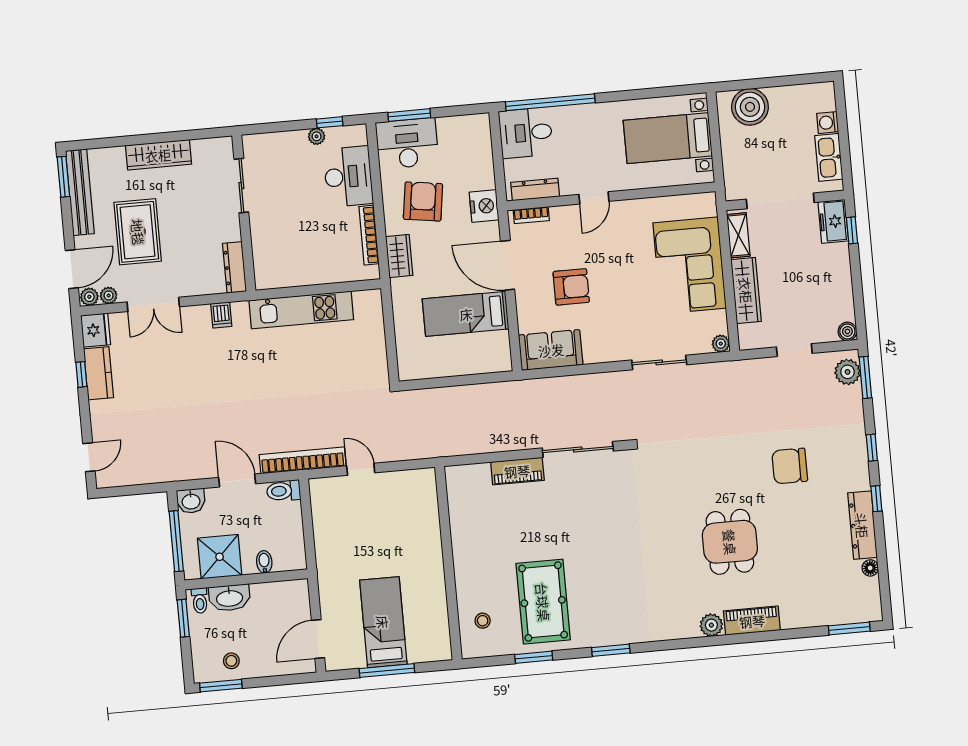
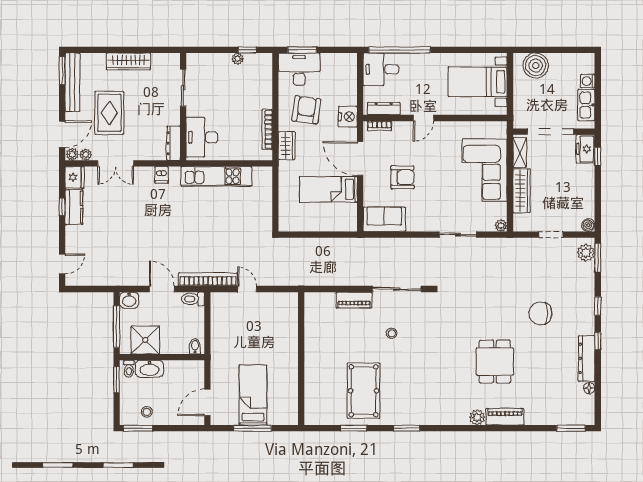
desk: (348, 176) -> (202, 137), moved, turned 180
bidet: (264, 562) -> (195, 346), moved
stool: (483, 621) -> (392, 333), moved

